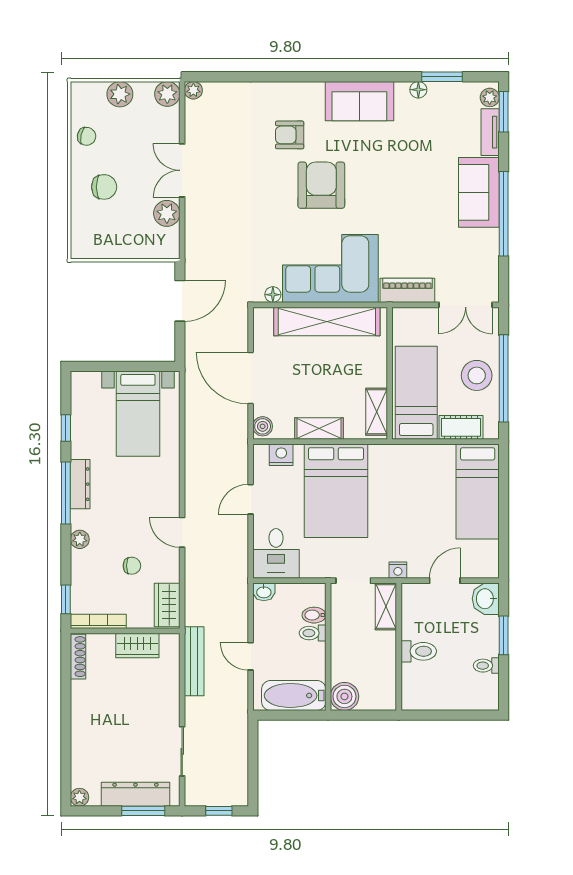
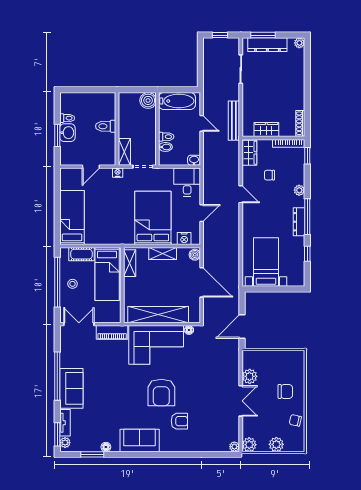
chair: (104, 187) -> (285, 391), turned 180
stool: (477, 375) -> (73, 284), width x0.53, depth x0.53
washbasin: (486, 599) -> (67, 133), moved

